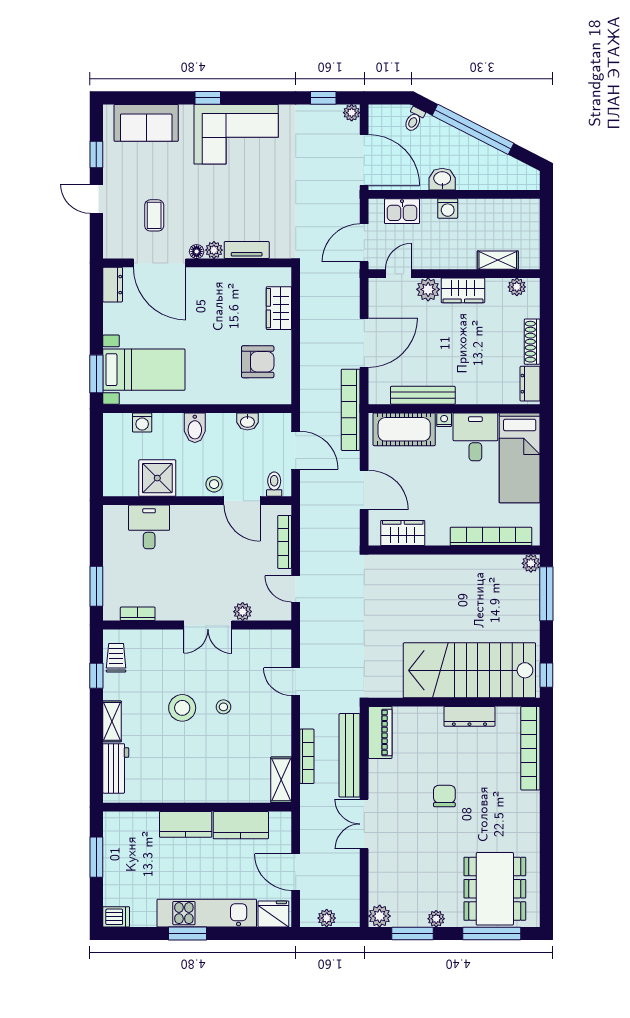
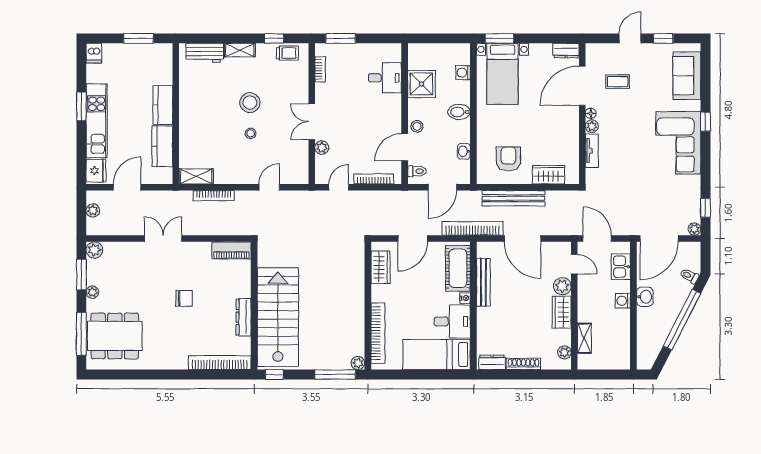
armchair: (258, 362) -> (508, 159), turned 180
bench: (350, 755) -> (514, 198), moved

